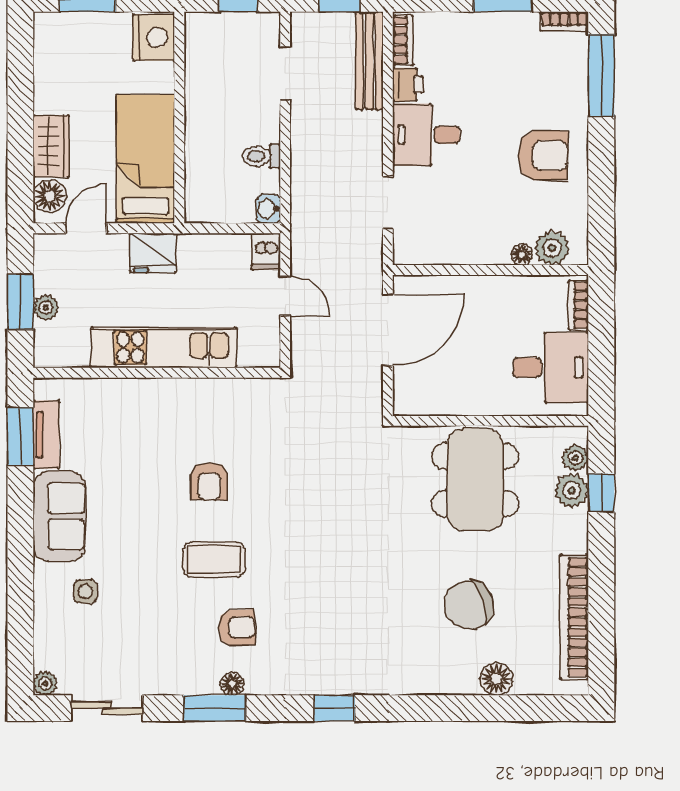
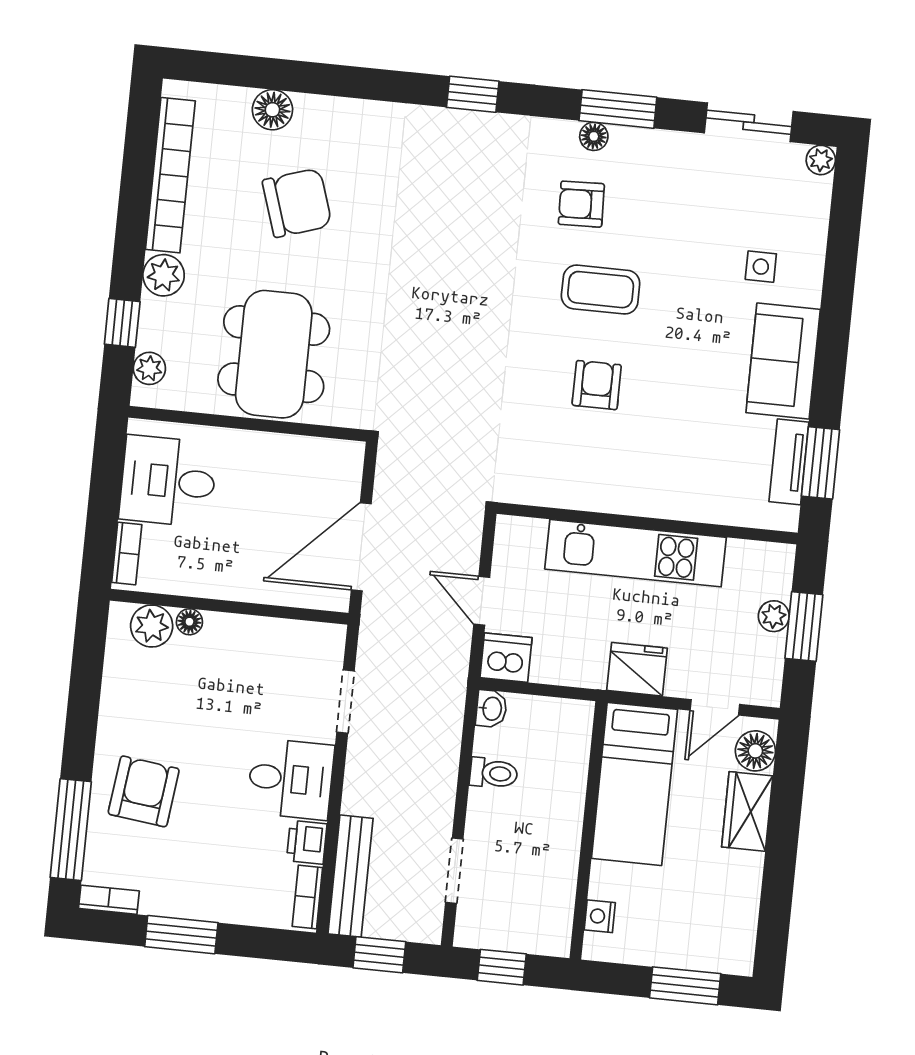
nightstand: (154, 38) -> (600, 916), width x0.53, depth x0.56
armchair: (543, 155) -> (144, 791), moved, turned 97
dishwasher: (266, 252) -> (506, 658), width x1.38
plant: (572, 490) -> (164, 275), moved

